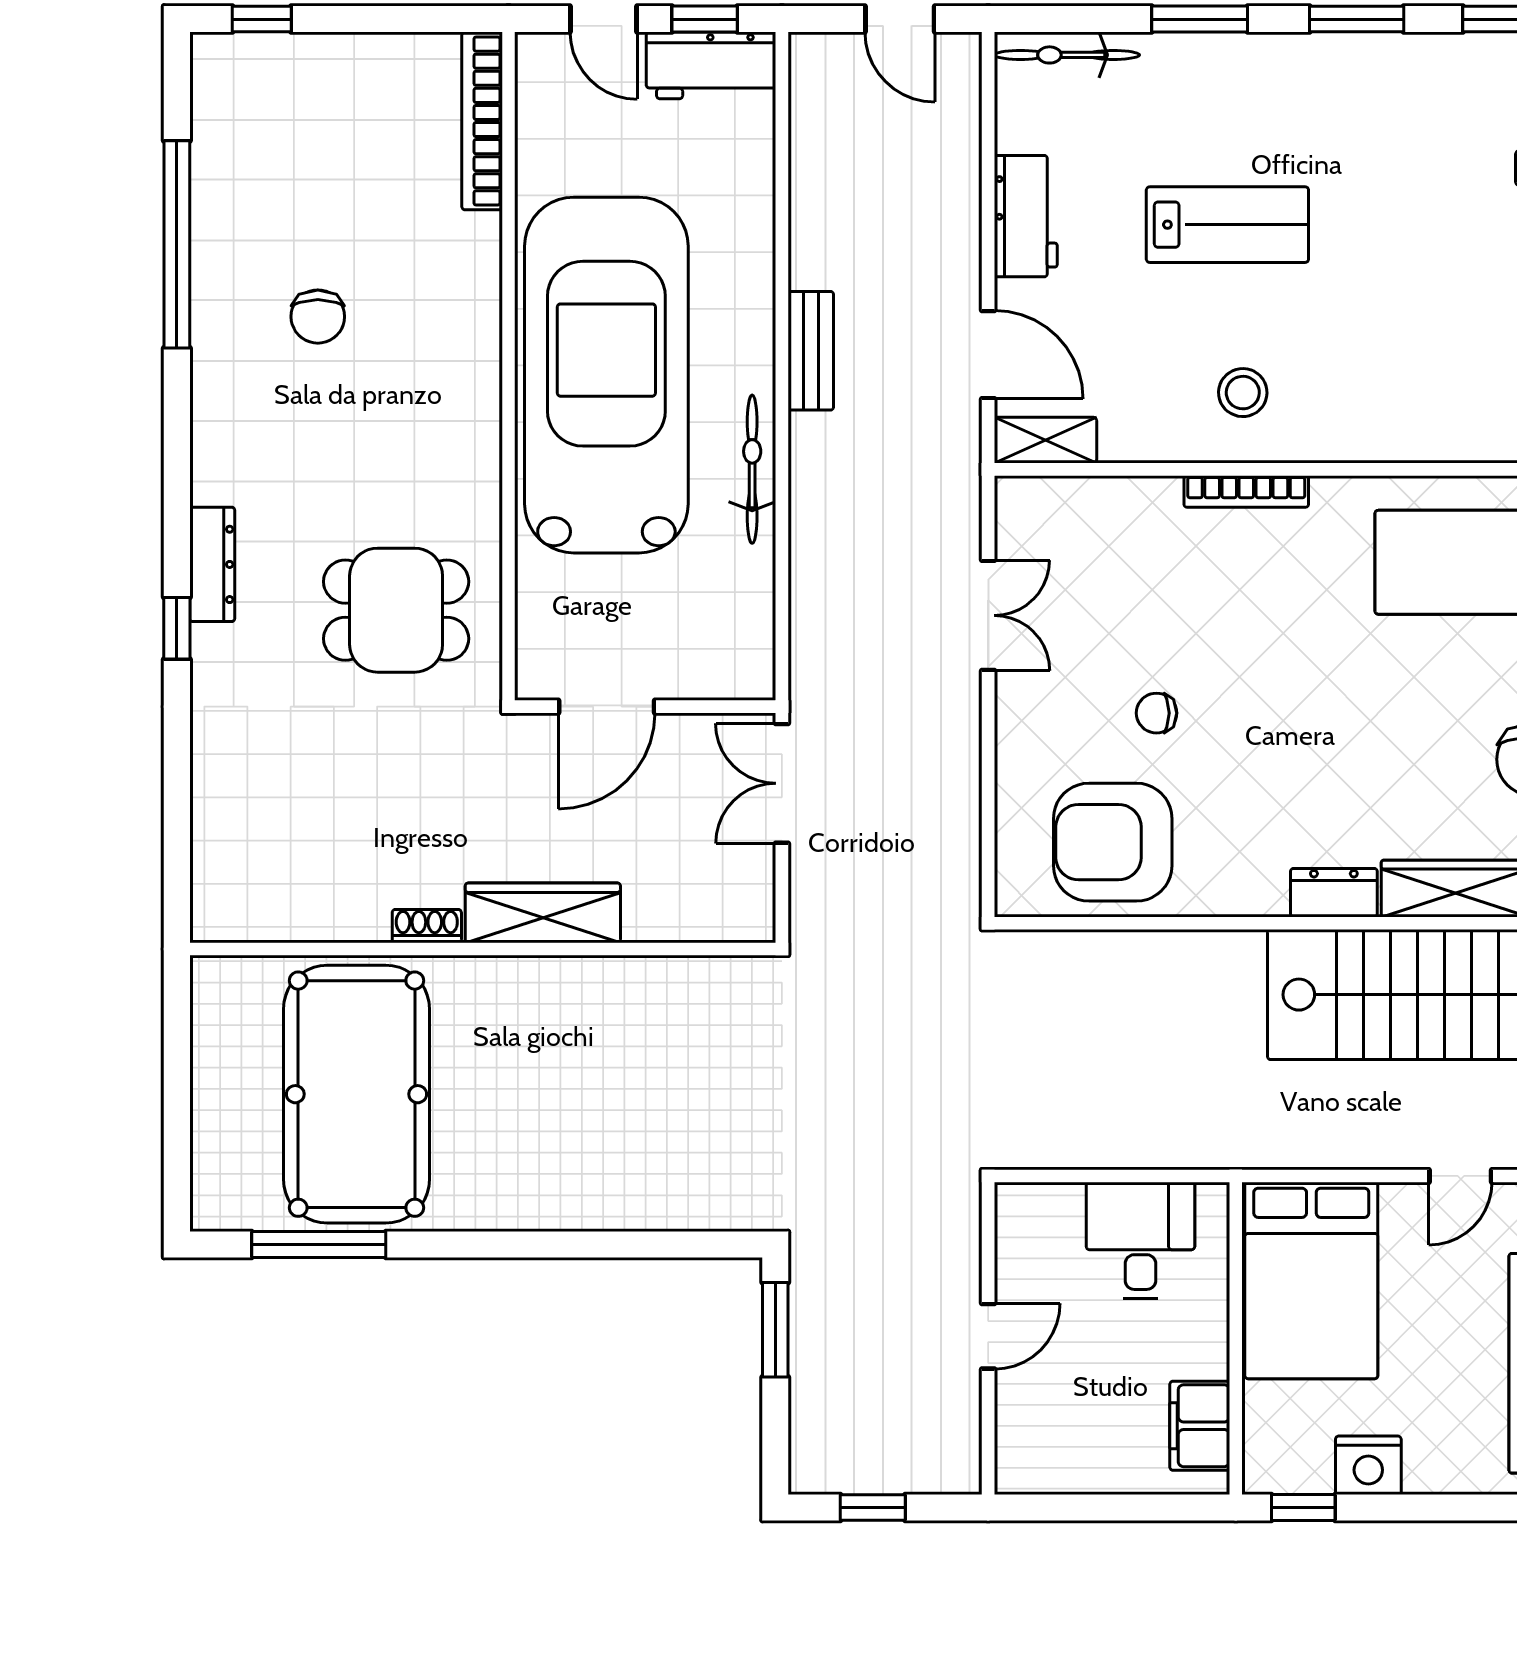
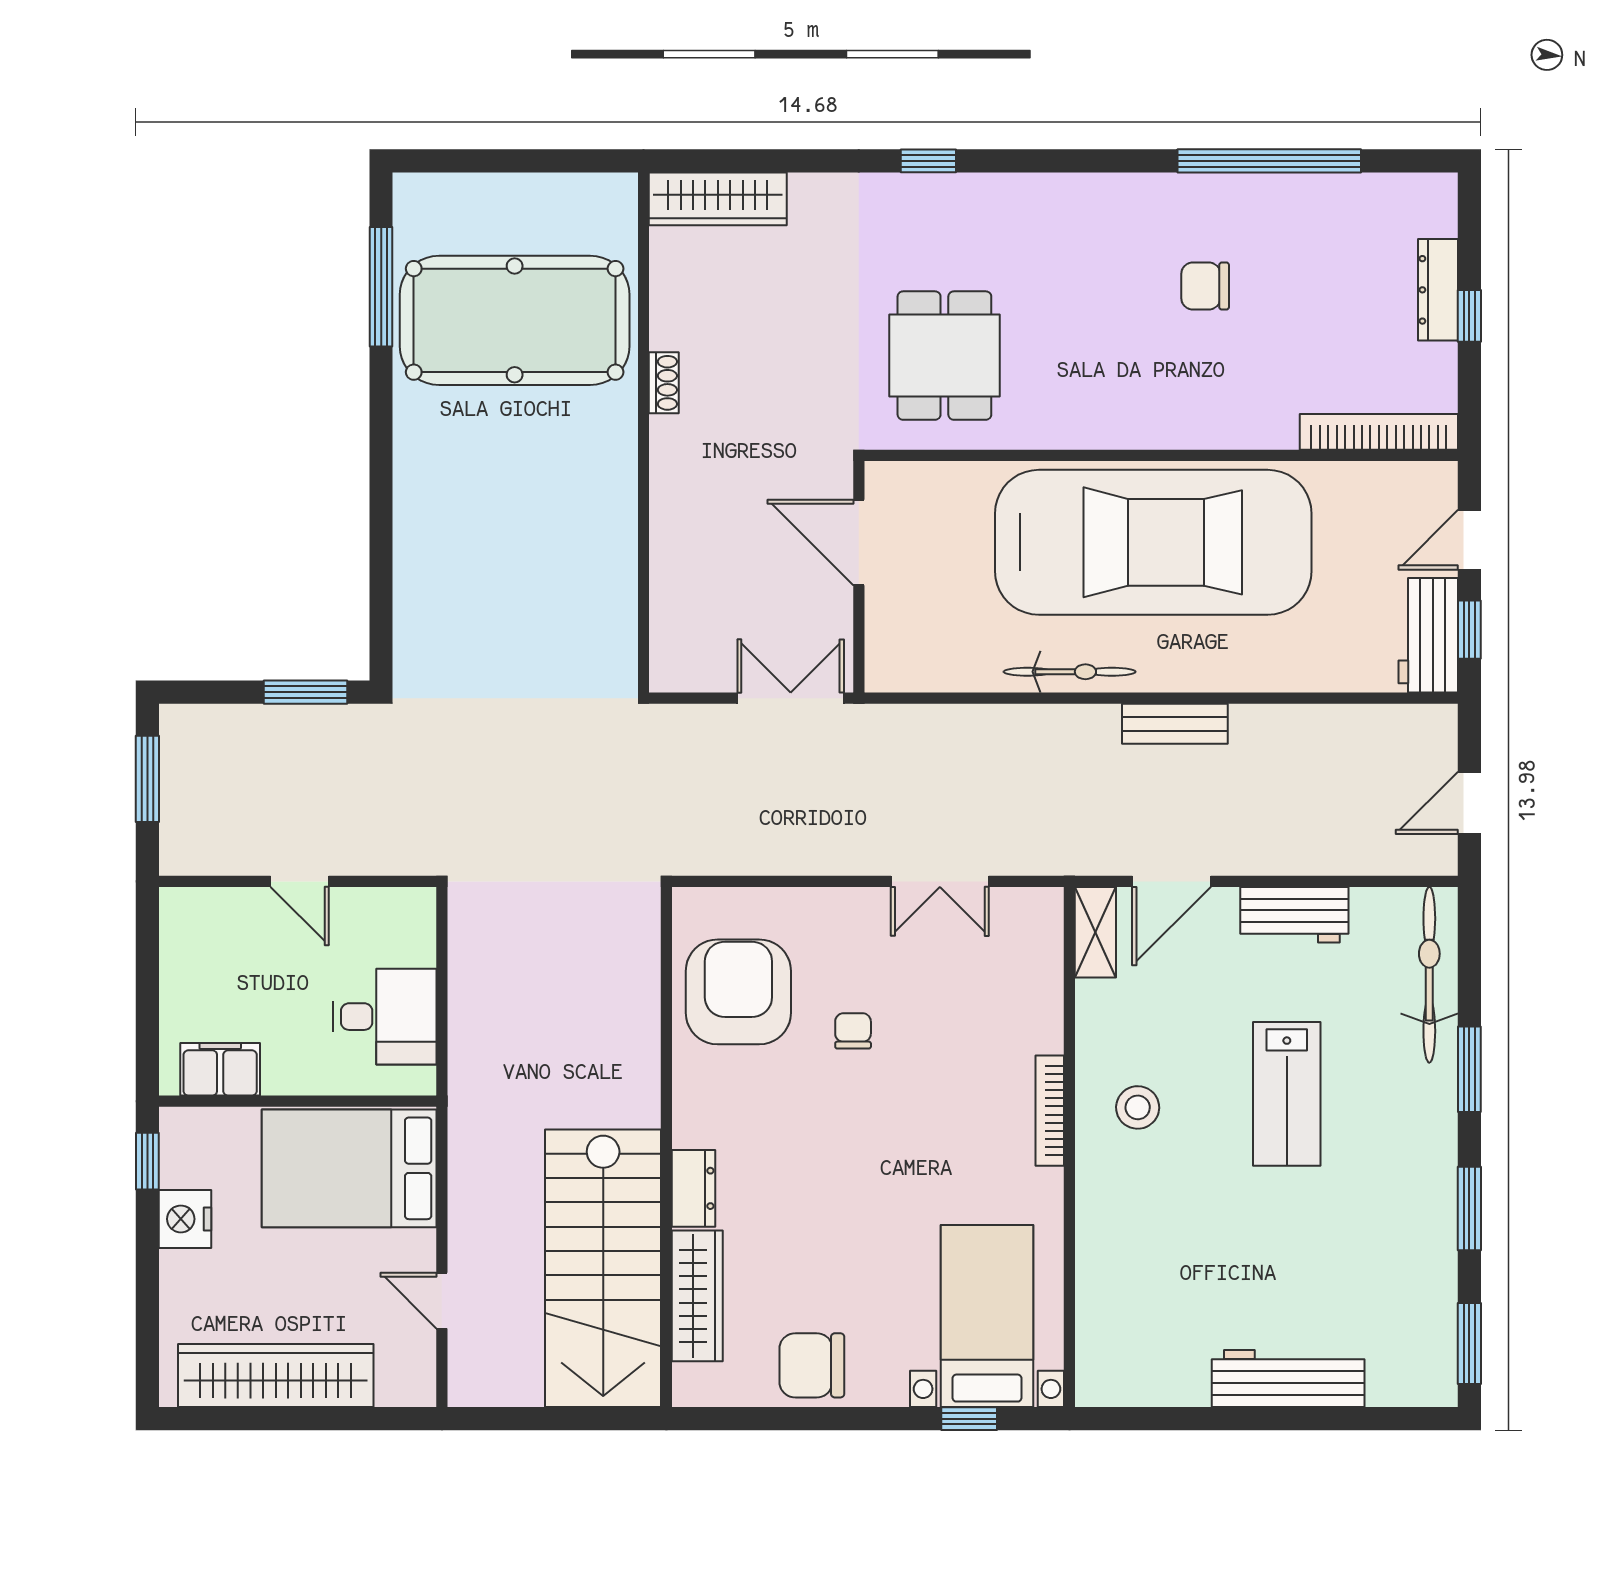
window: (262, 19) -> (1469, 316), moved
bicycle: (1067, 55) -> (1429, 975), width x1.37, depth x1.40
dresser: (212, 564) -> (1438, 290), moved, turned 90
wardrobe: (543, 913) -> (718, 199), moved, turned 90
window: (873, 1508) -> (147, 779), width x1.50

